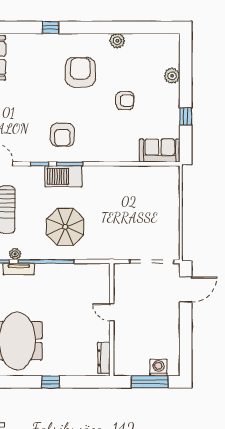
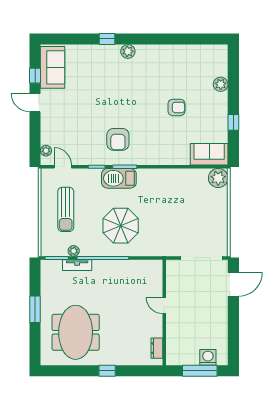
plant: (117, 41) -> (128, 51), moved
armchair: (80, 72) -> (135, 81), removed
plant: (169, 176) -> (218, 178), added
dresser: (104, 358) -> (157, 348), width x0.70

